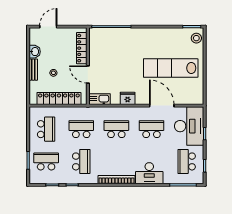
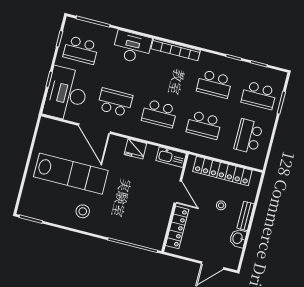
stool: (196, 38) -> (83, 211), moved
school desk: (152, 129) -> (115, 102), turned 180
school desk: (81, 161) -> (214, 84), turned -90
school desk: (187, 161) -> (81, 50), turned 90

